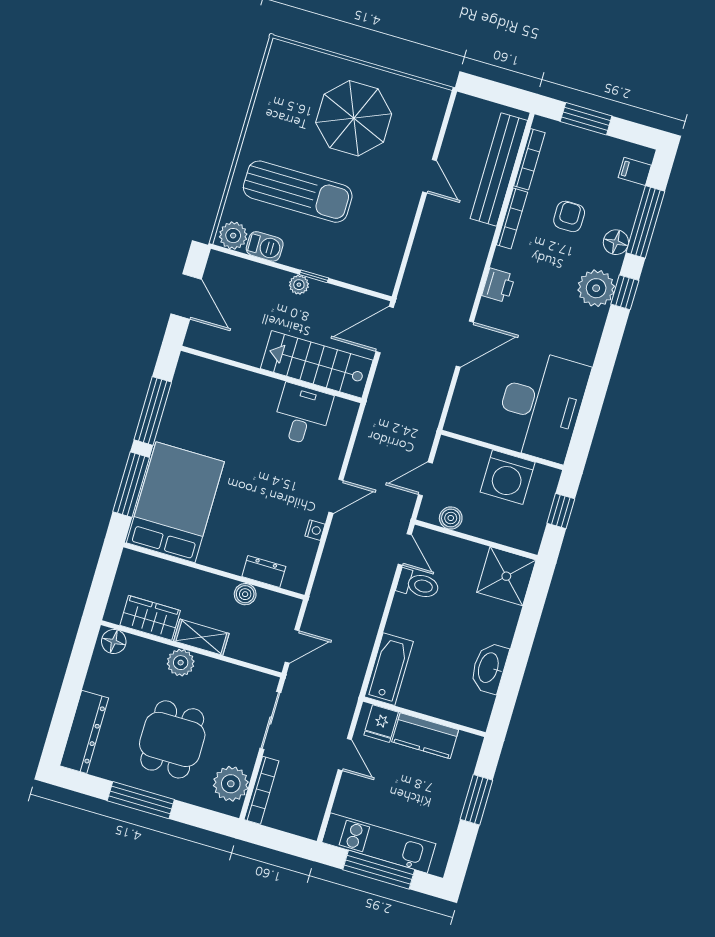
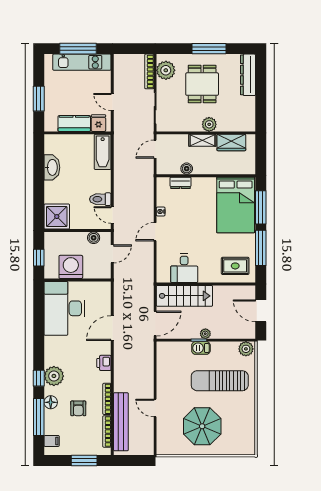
barbecue: (265, 246) -> (201, 348), moved
rug: (209, 392) -> (235, 266), added
floor lamp: (114, 642) -> (246, 125), removed

